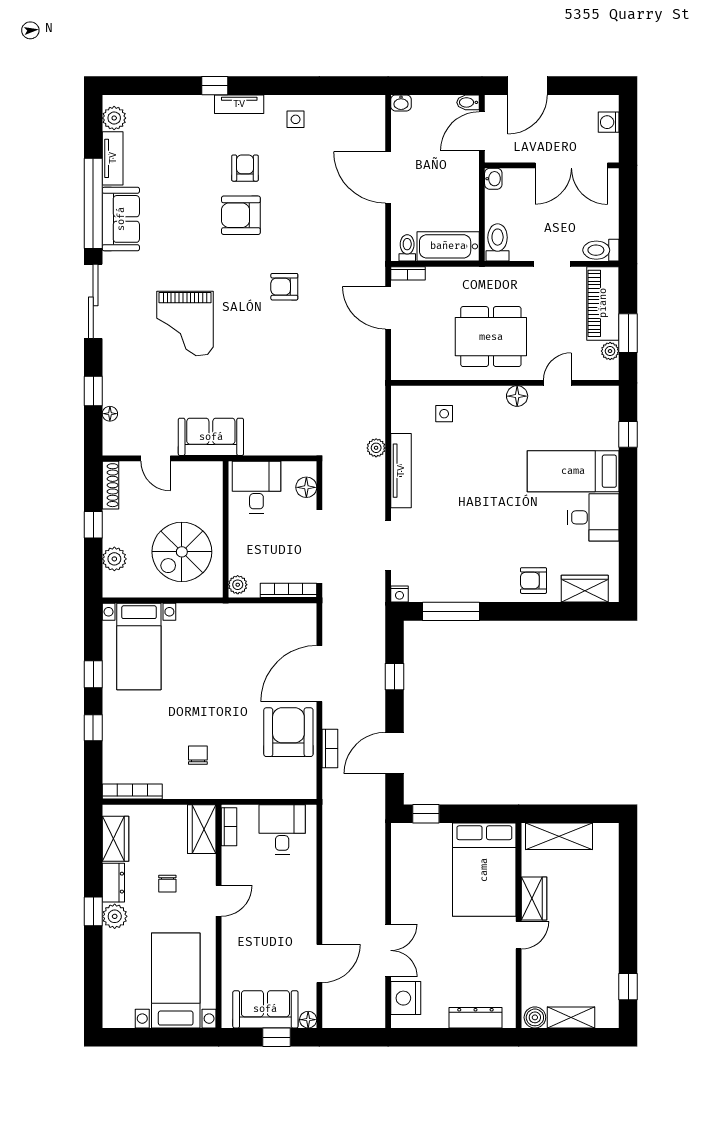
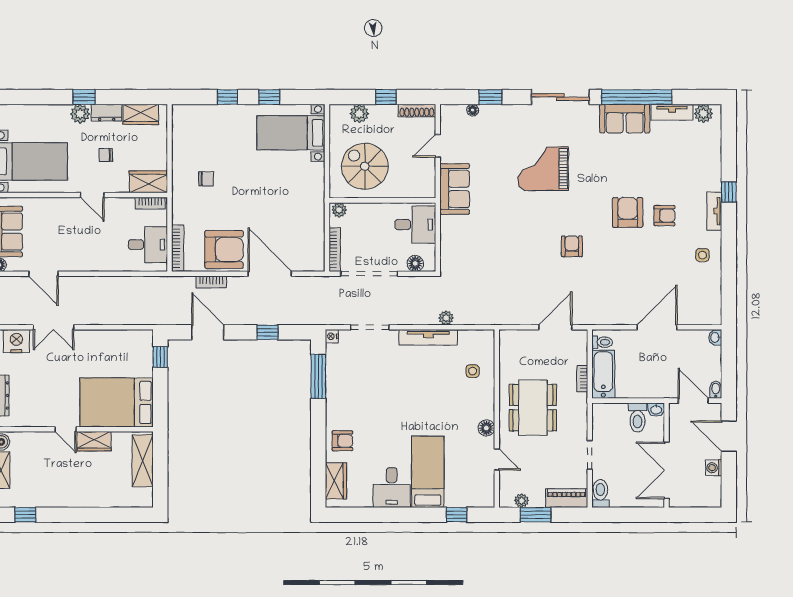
washing machine: (609, 122) -> (714, 468), moved, turned -90
toilet: (498, 242) -> (638, 417), moved, turned 90
bookcase: (408, 273) -> (582, 379), moved
piano: (603, 303) -> (566, 498), width x0.73, depth x0.75
armchair: (533, 581) -> (342, 441), turned 90
bookcase: (132, 791) -> (178, 248), moved

